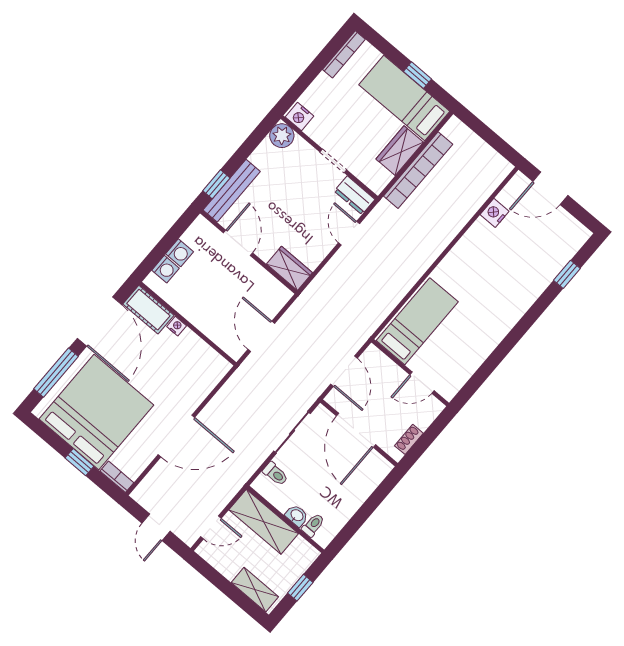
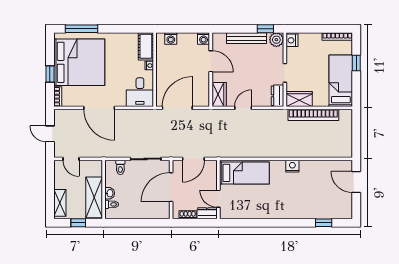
window: (418, 75) -> (356, 63), moved
wardrobe: (400, 151) -> (299, 99), moved
window: (216, 184) -> (265, 29), moved
bench: (232, 191) -> (246, 38), moved
nightstand: (495, 213) -> (292, 166), moved
door: (349, 233) -> (243, 108), moved
door: (238, 243) -> (211, 61), hinge flipped
washing machine: (180, 253) -> (204, 39), moved
door: (100, 321) -> (122, 29), removed
door: (261, 336) -> (177, 108), width x1.36
desk: (200, 367) -> (140, 92), added
dresser: (428, 413) -> (207, 213), added
shelving: (264, 522) -> (94, 197), moved
door: (156, 527) -> (50, 134), hinge flipped

